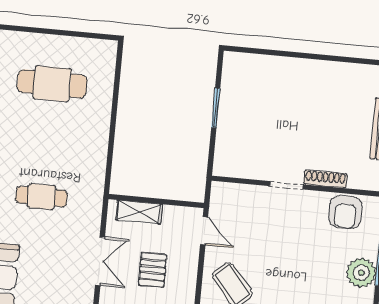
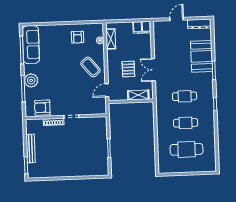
cafe table: (47, 140) -> (186, 123), added
armchair: (345, 212) -> (42, 108), turned -90
door: (204, 231) -> (107, 90), hinge flipped

